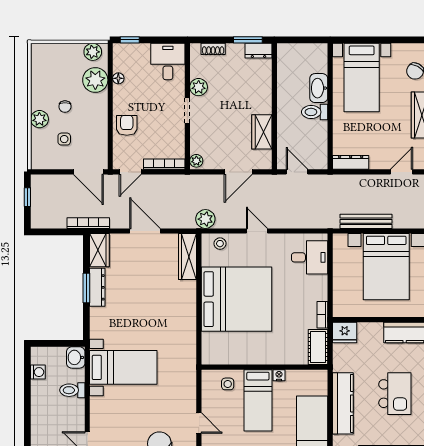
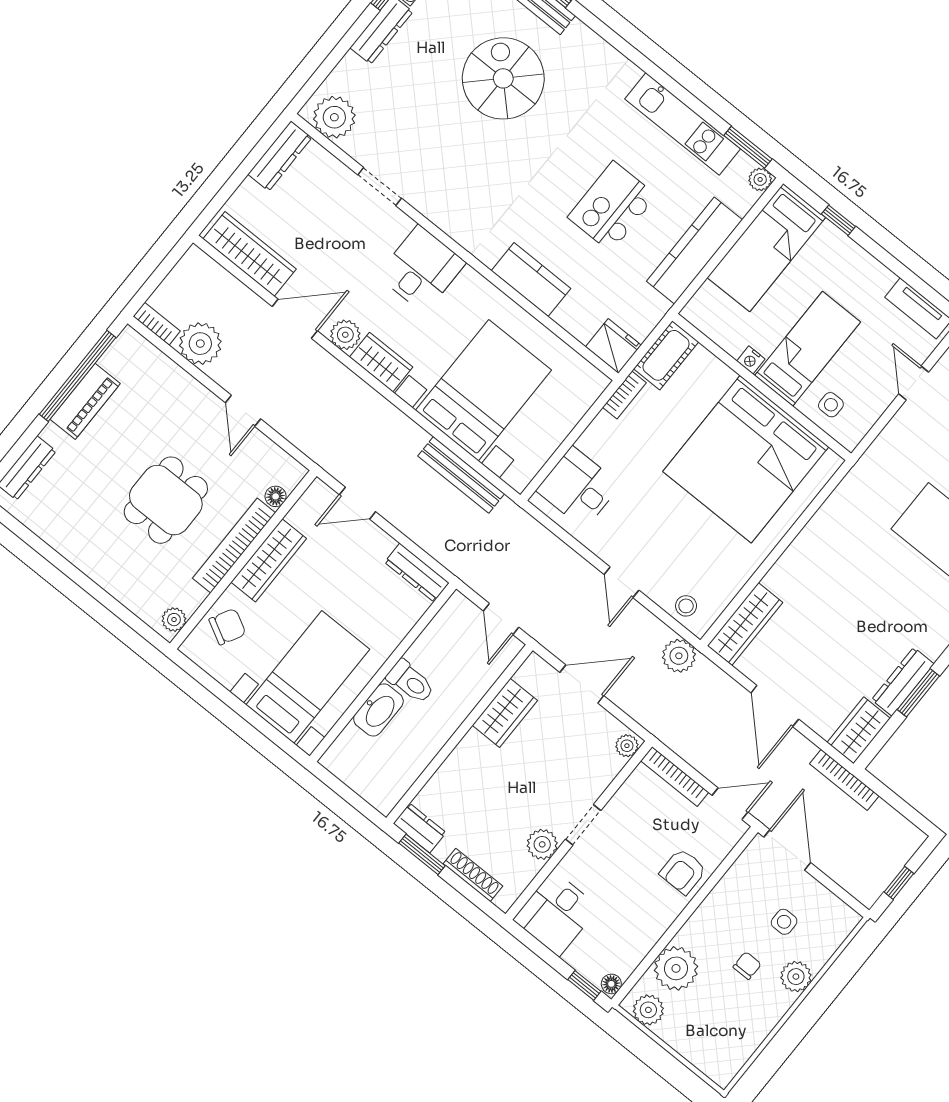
shoe rack: (213, 49) -> (473, 875), width x1.43
floor lamp: (118, 78) -> (611, 984), moved
bed: (236, 299) -> (746, 459), moved, turned -90

